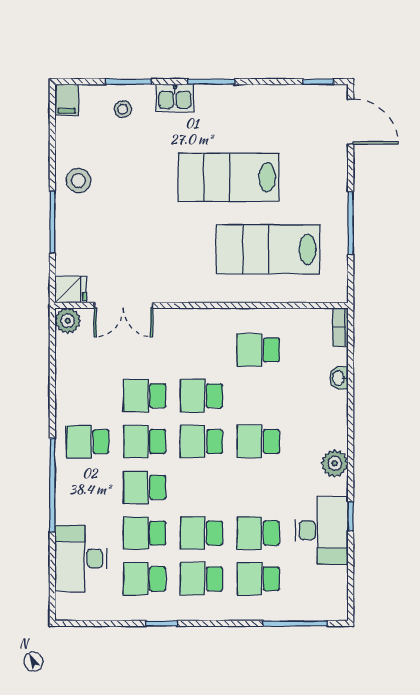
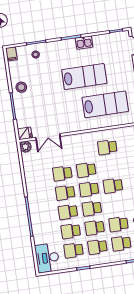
kitchen sink: (175, 98) -> (84, 42), moved
lab bench: (229, 177) -> (84, 77), turned 180
lab bench: (268, 249) -> (105, 104), turned 180
school desk: (88, 442) -> (92, 208), moved
desk: (81, 559) -> (47, 258), moved

